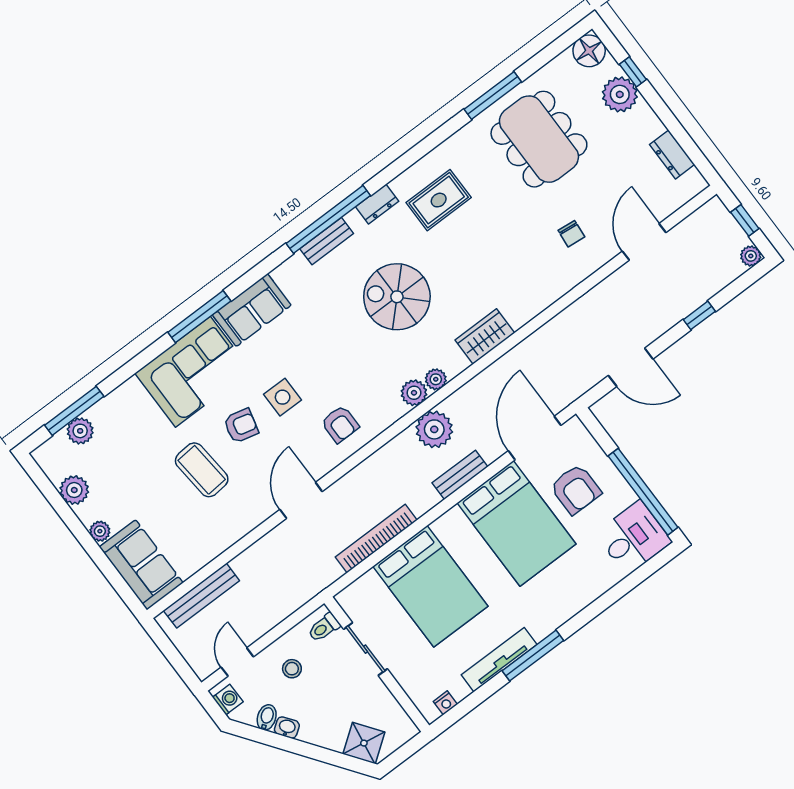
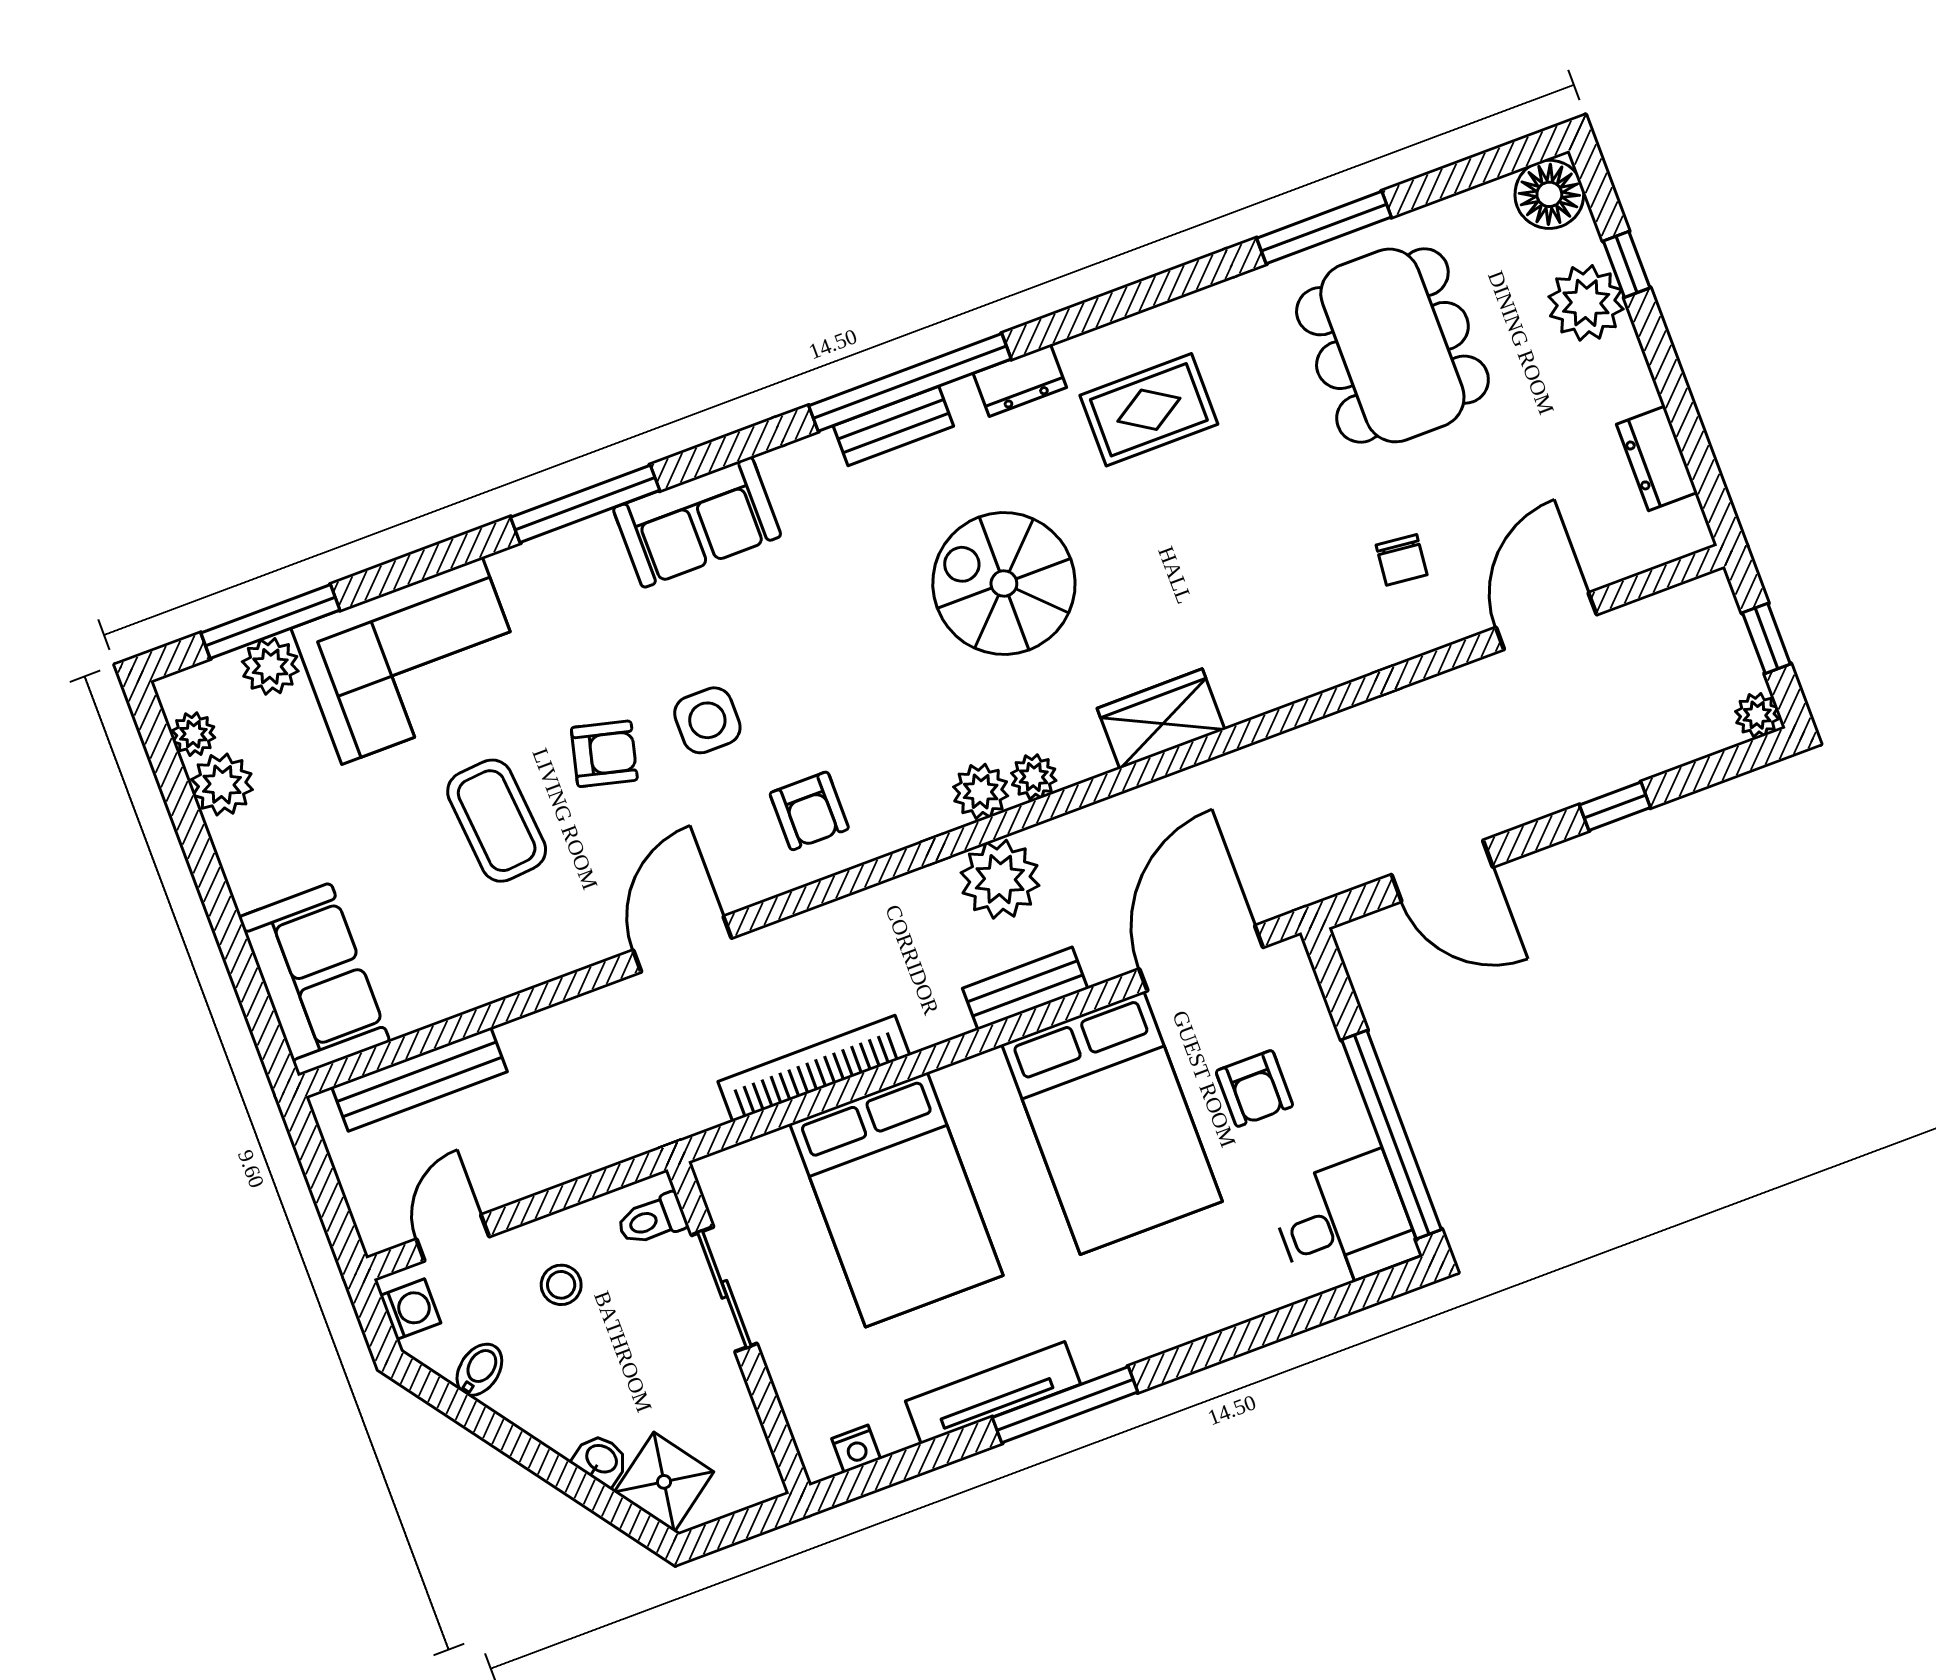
corner sofa: (193, 372) -> (412, 661), moved
armchair: (576, 489) -> (1254, 1088), width x0.72, depth x0.72
plant: (100, 531) -> (193, 734), moved
washbasin: (287, 728) -> (601, 1460), moved

